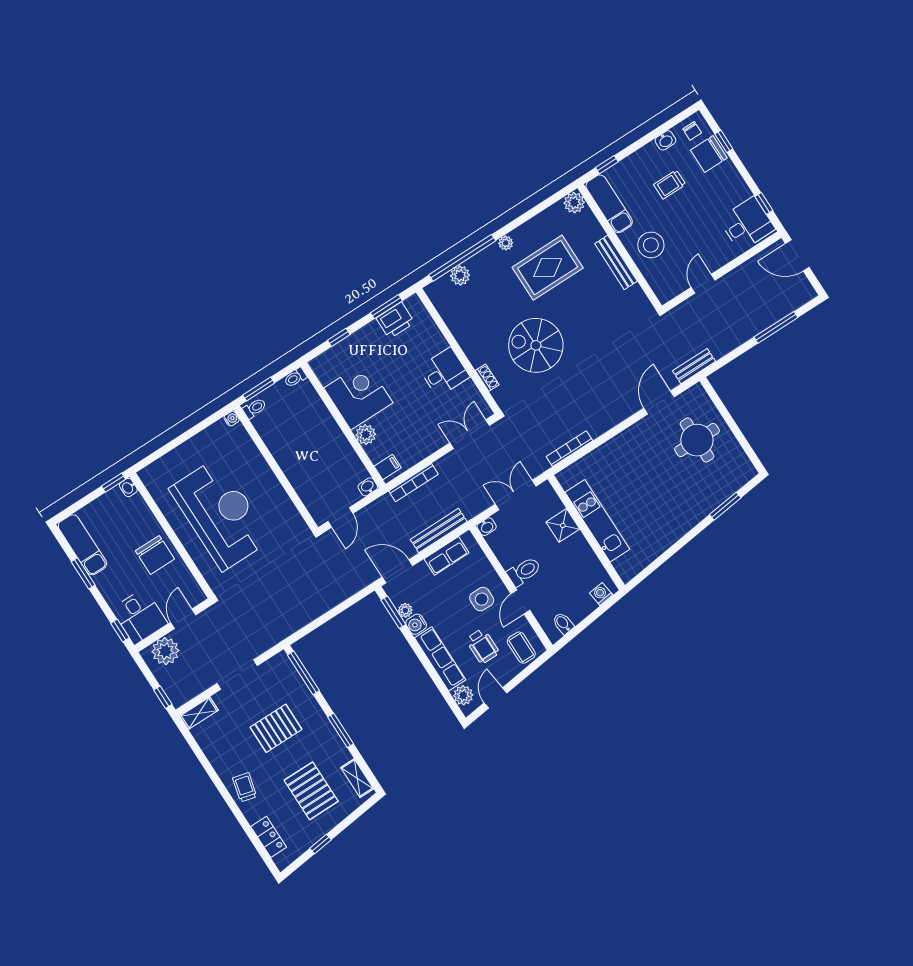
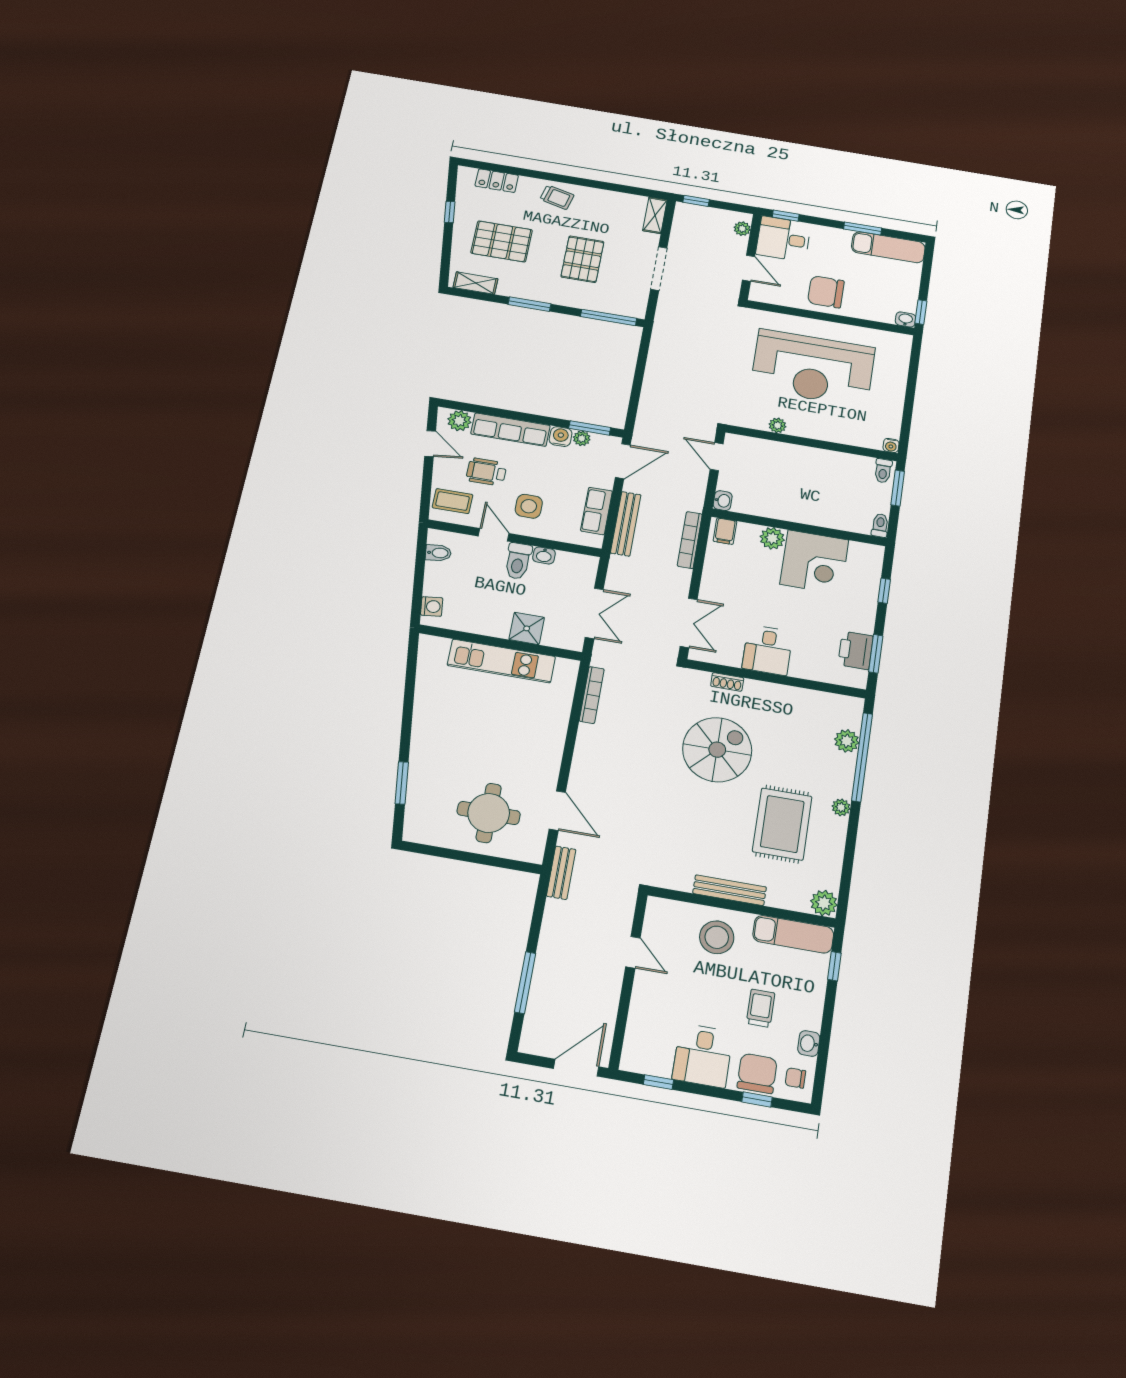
desk: (747, 224) -> (703, 1056), moved
plant: (283, 500) -> (777, 425), added
washbasin: (487, 527) -> (544, 555), moved, turned -90
plant: (165, 651) -> (742, 229), width x0.53, depth x0.53

